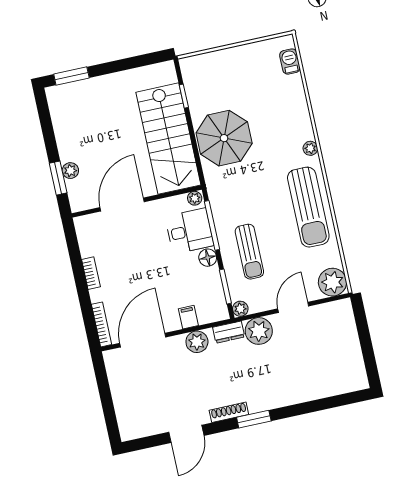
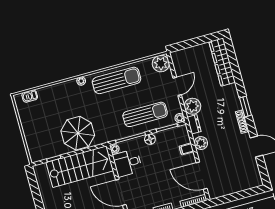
desk: (189, 231) -> (127, 163), moved, turned -90
sun lounger: (249, 252) -> (145, 114), width x1.36, depth x1.34
door: (293, 307) -> (177, 86), swing flipped
wardrobe: (330, 384) -> (222, 62), added

